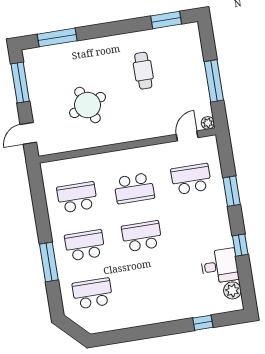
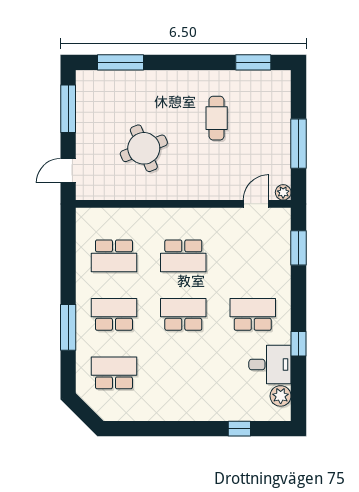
school desk: (191, 179) -> (253, 314), moved
window: (232, 191) -> (298, 248), moved
school desk: (77, 197) -> (114, 256), turned 180

